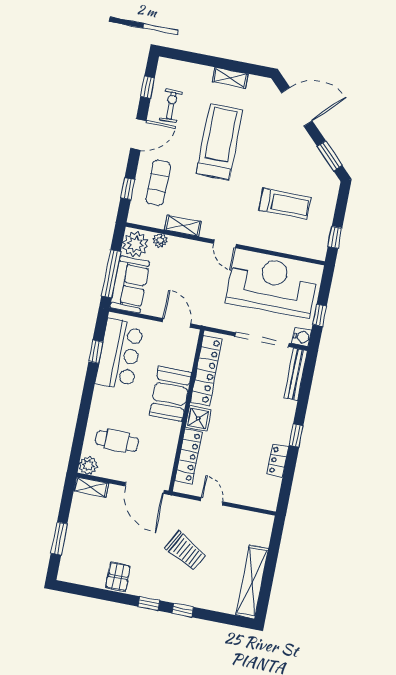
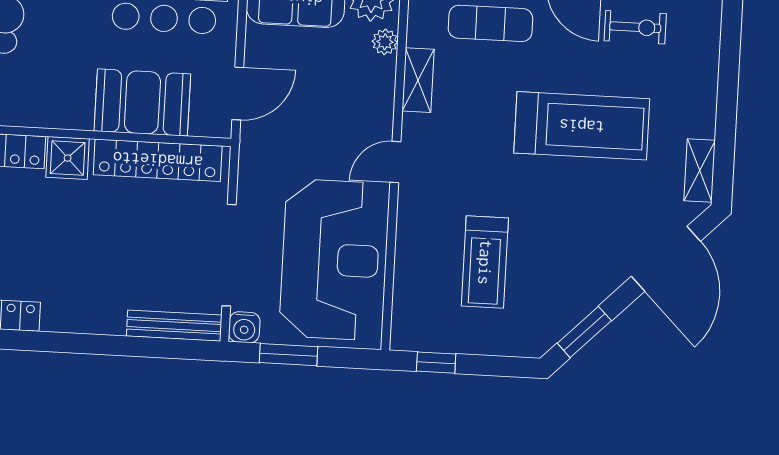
shelving: (230, 78) -> (700, 171), moved
window: (320, 315) -> (289, 355), width x1.50
booth: (170, 394) -> (142, 102), moved
window: (296, 436) -> (61, 342), removed

